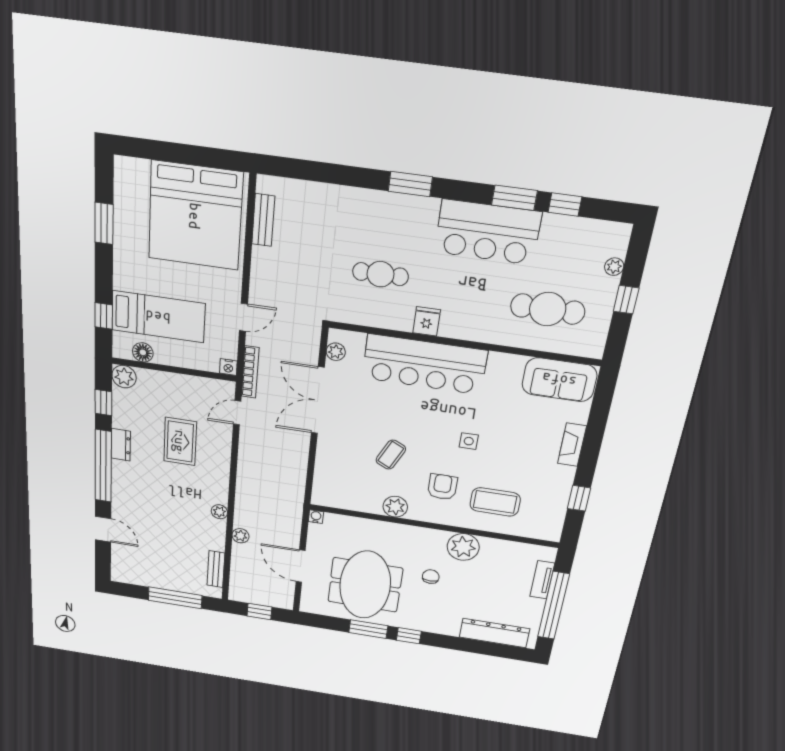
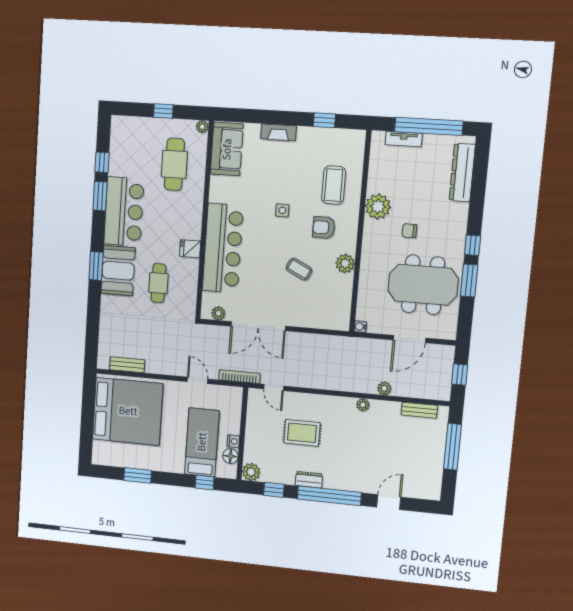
booth: (401, 217) -> (118, 271), added
plant: (614, 267) -> (202, 127), moved
nightstand: (228, 367) -> (233, 441), moved

